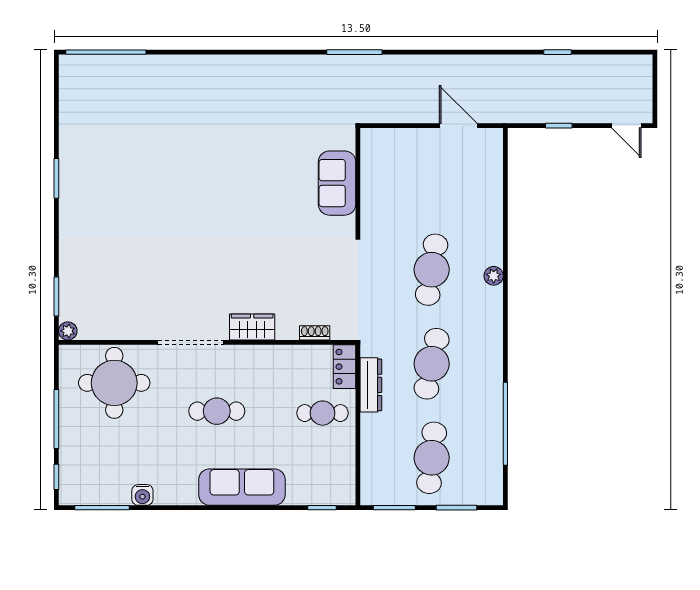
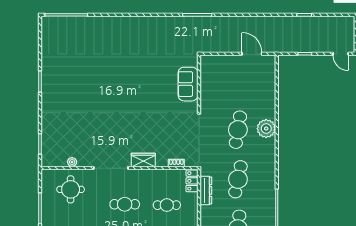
plant: (494, 276) -> (266, 129), width x1.88, depth x1.88
plant: (68, 331) -> (72, 162), moved
round table: (114, 383) -> (71, 189), width x0.73, depth x0.73
cafe table: (323, 413) -> (167, 205), moved

